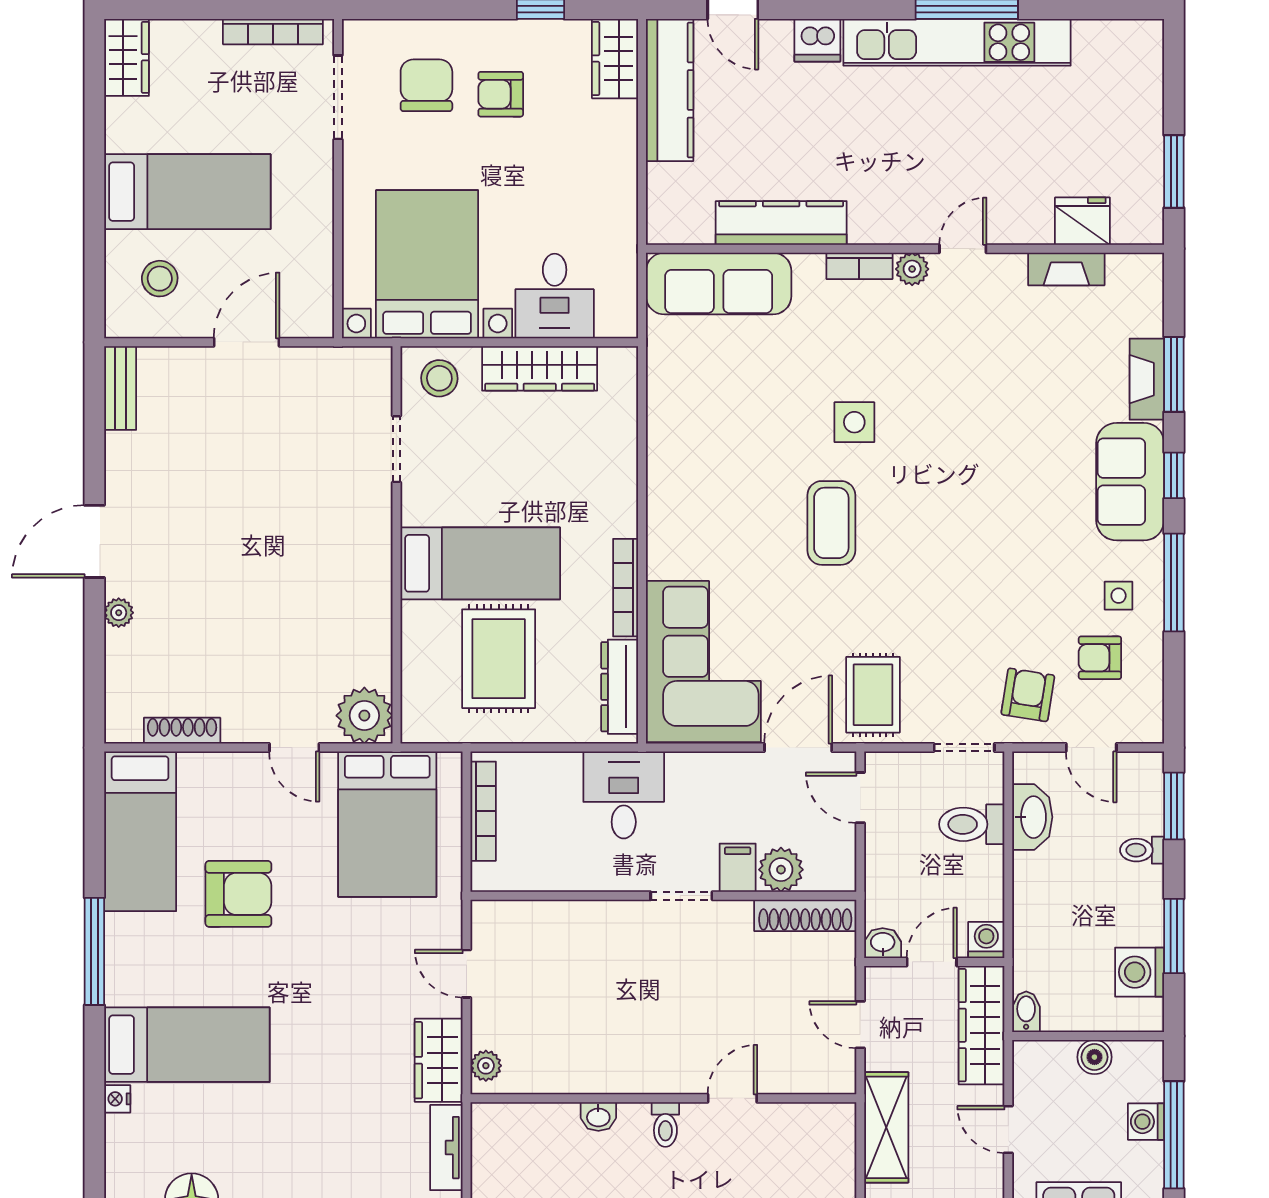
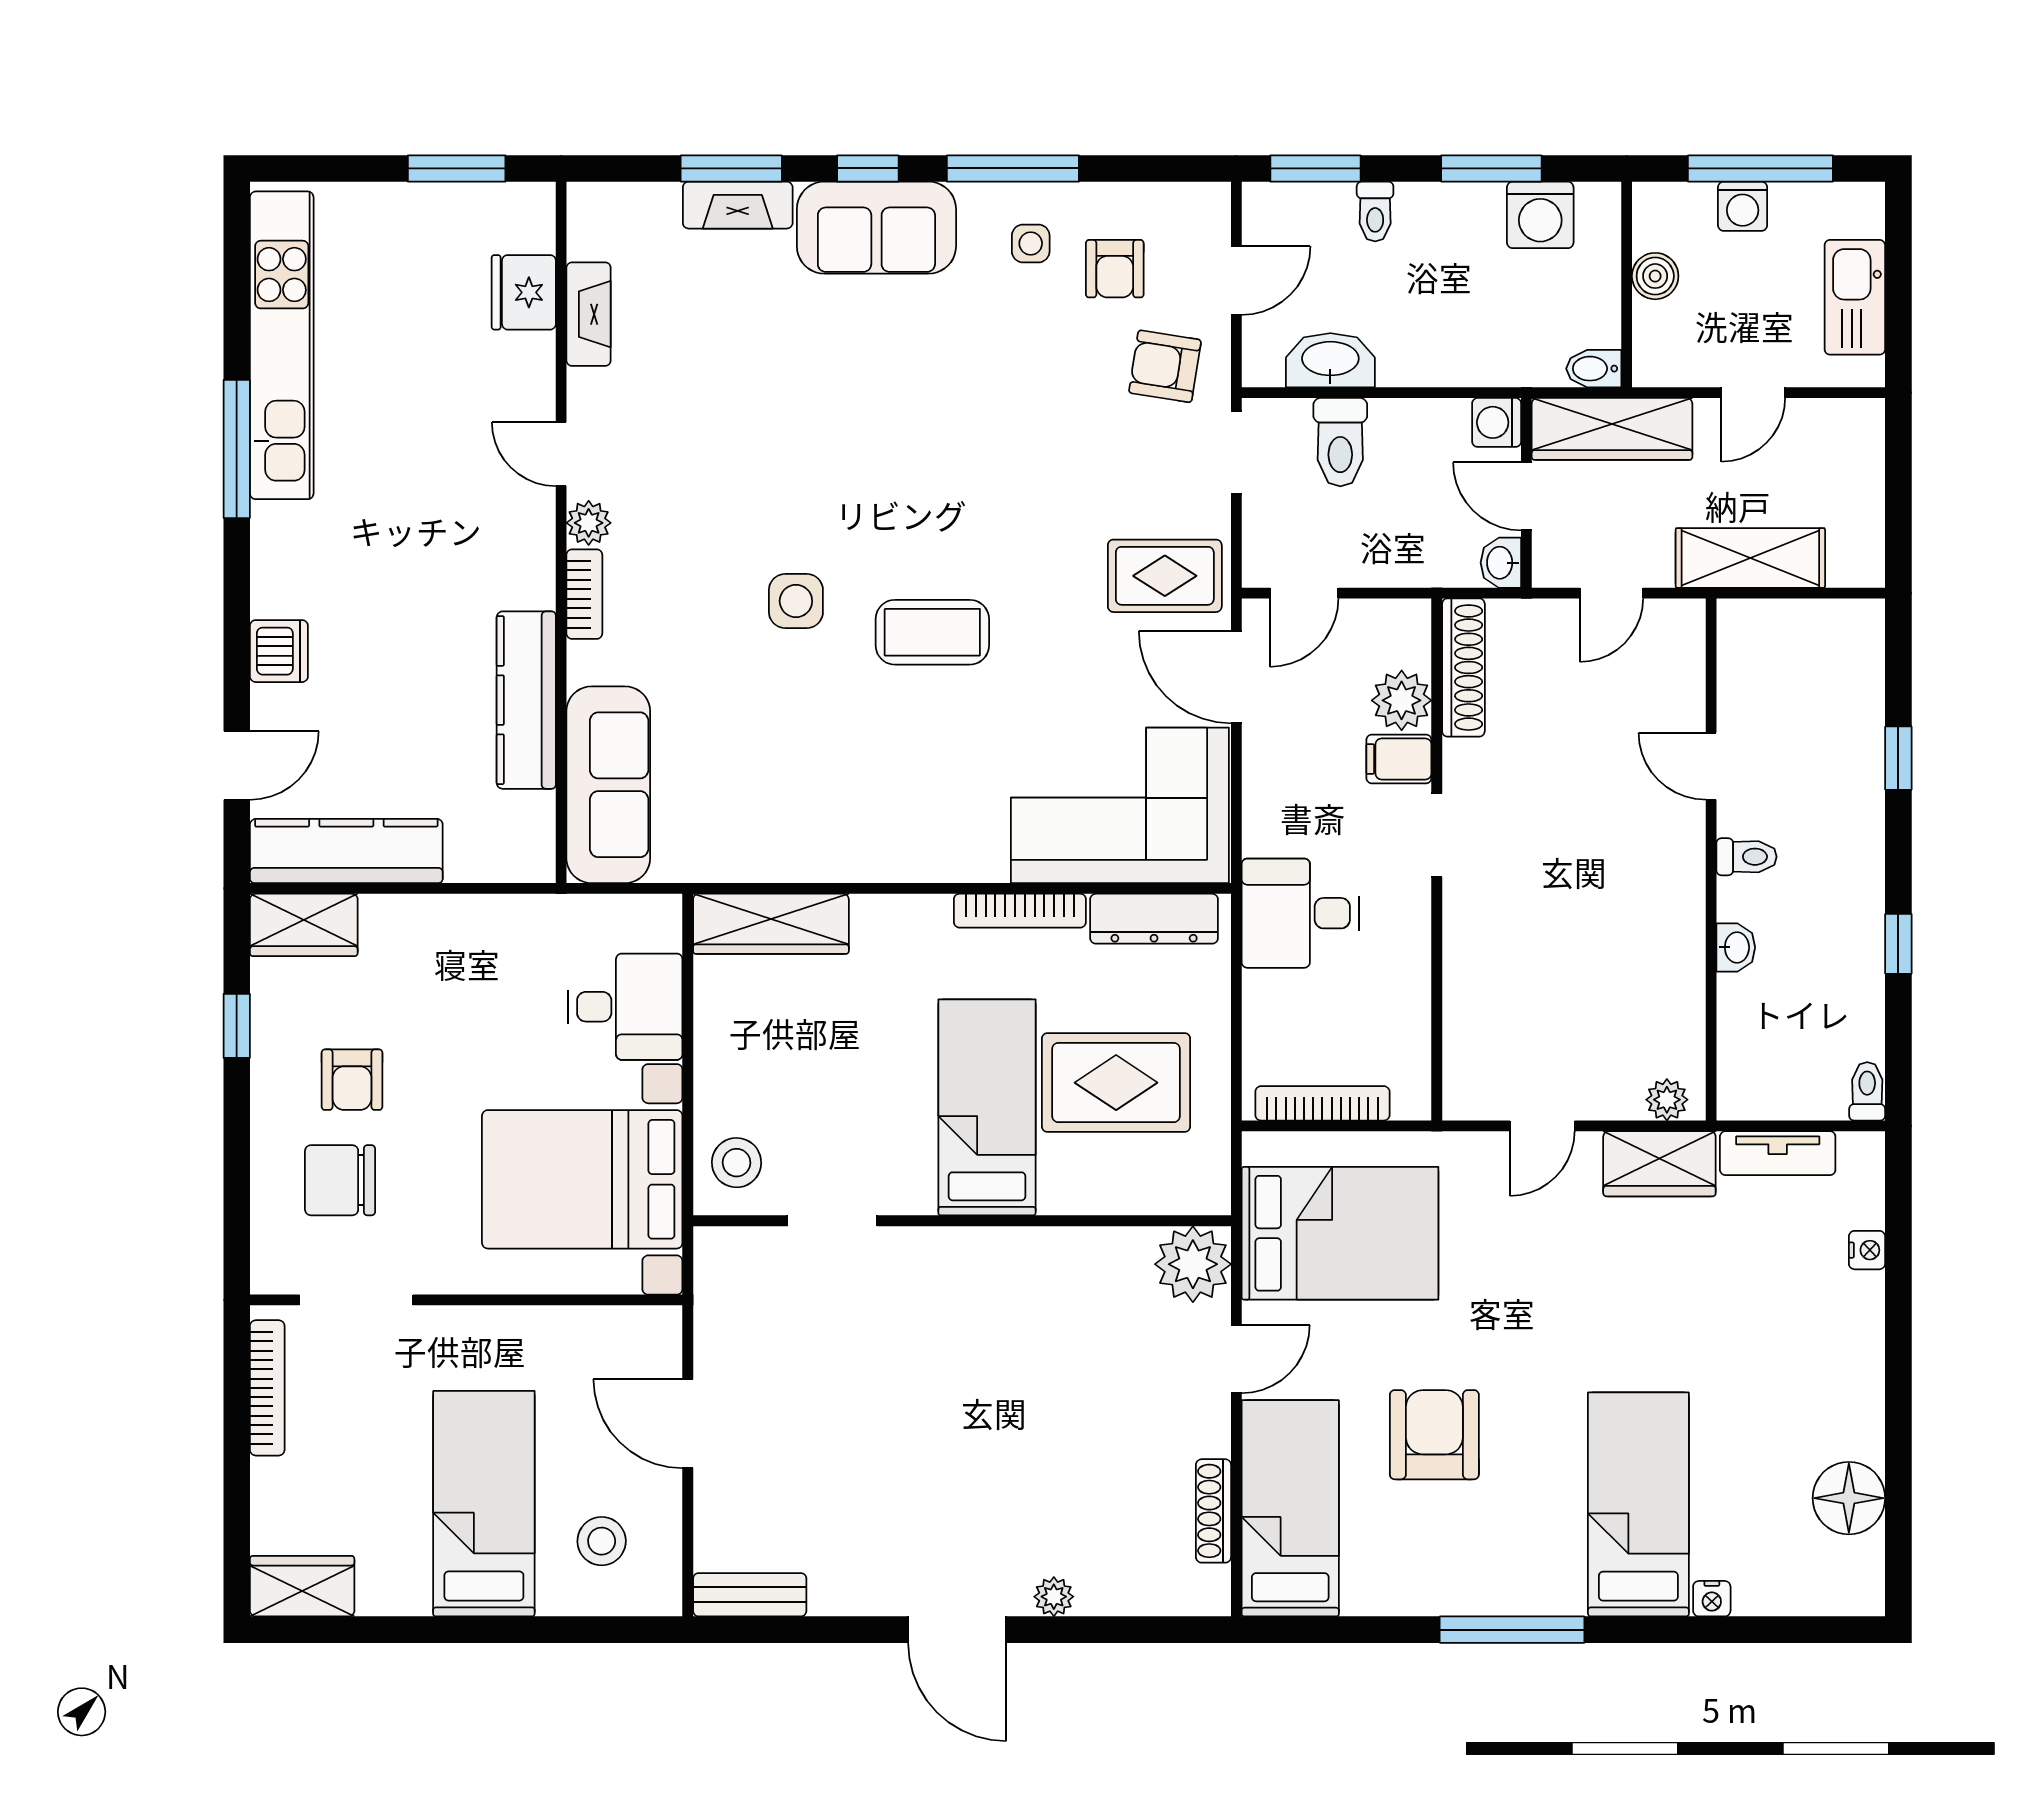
kitchen unit: (957, 42) -> (282, 345), moved
wardrobe: (540, 368) -> (771, 924), moved, turned 90
bed: (140, 831) -> (1290, 1508), moved, turned -90

